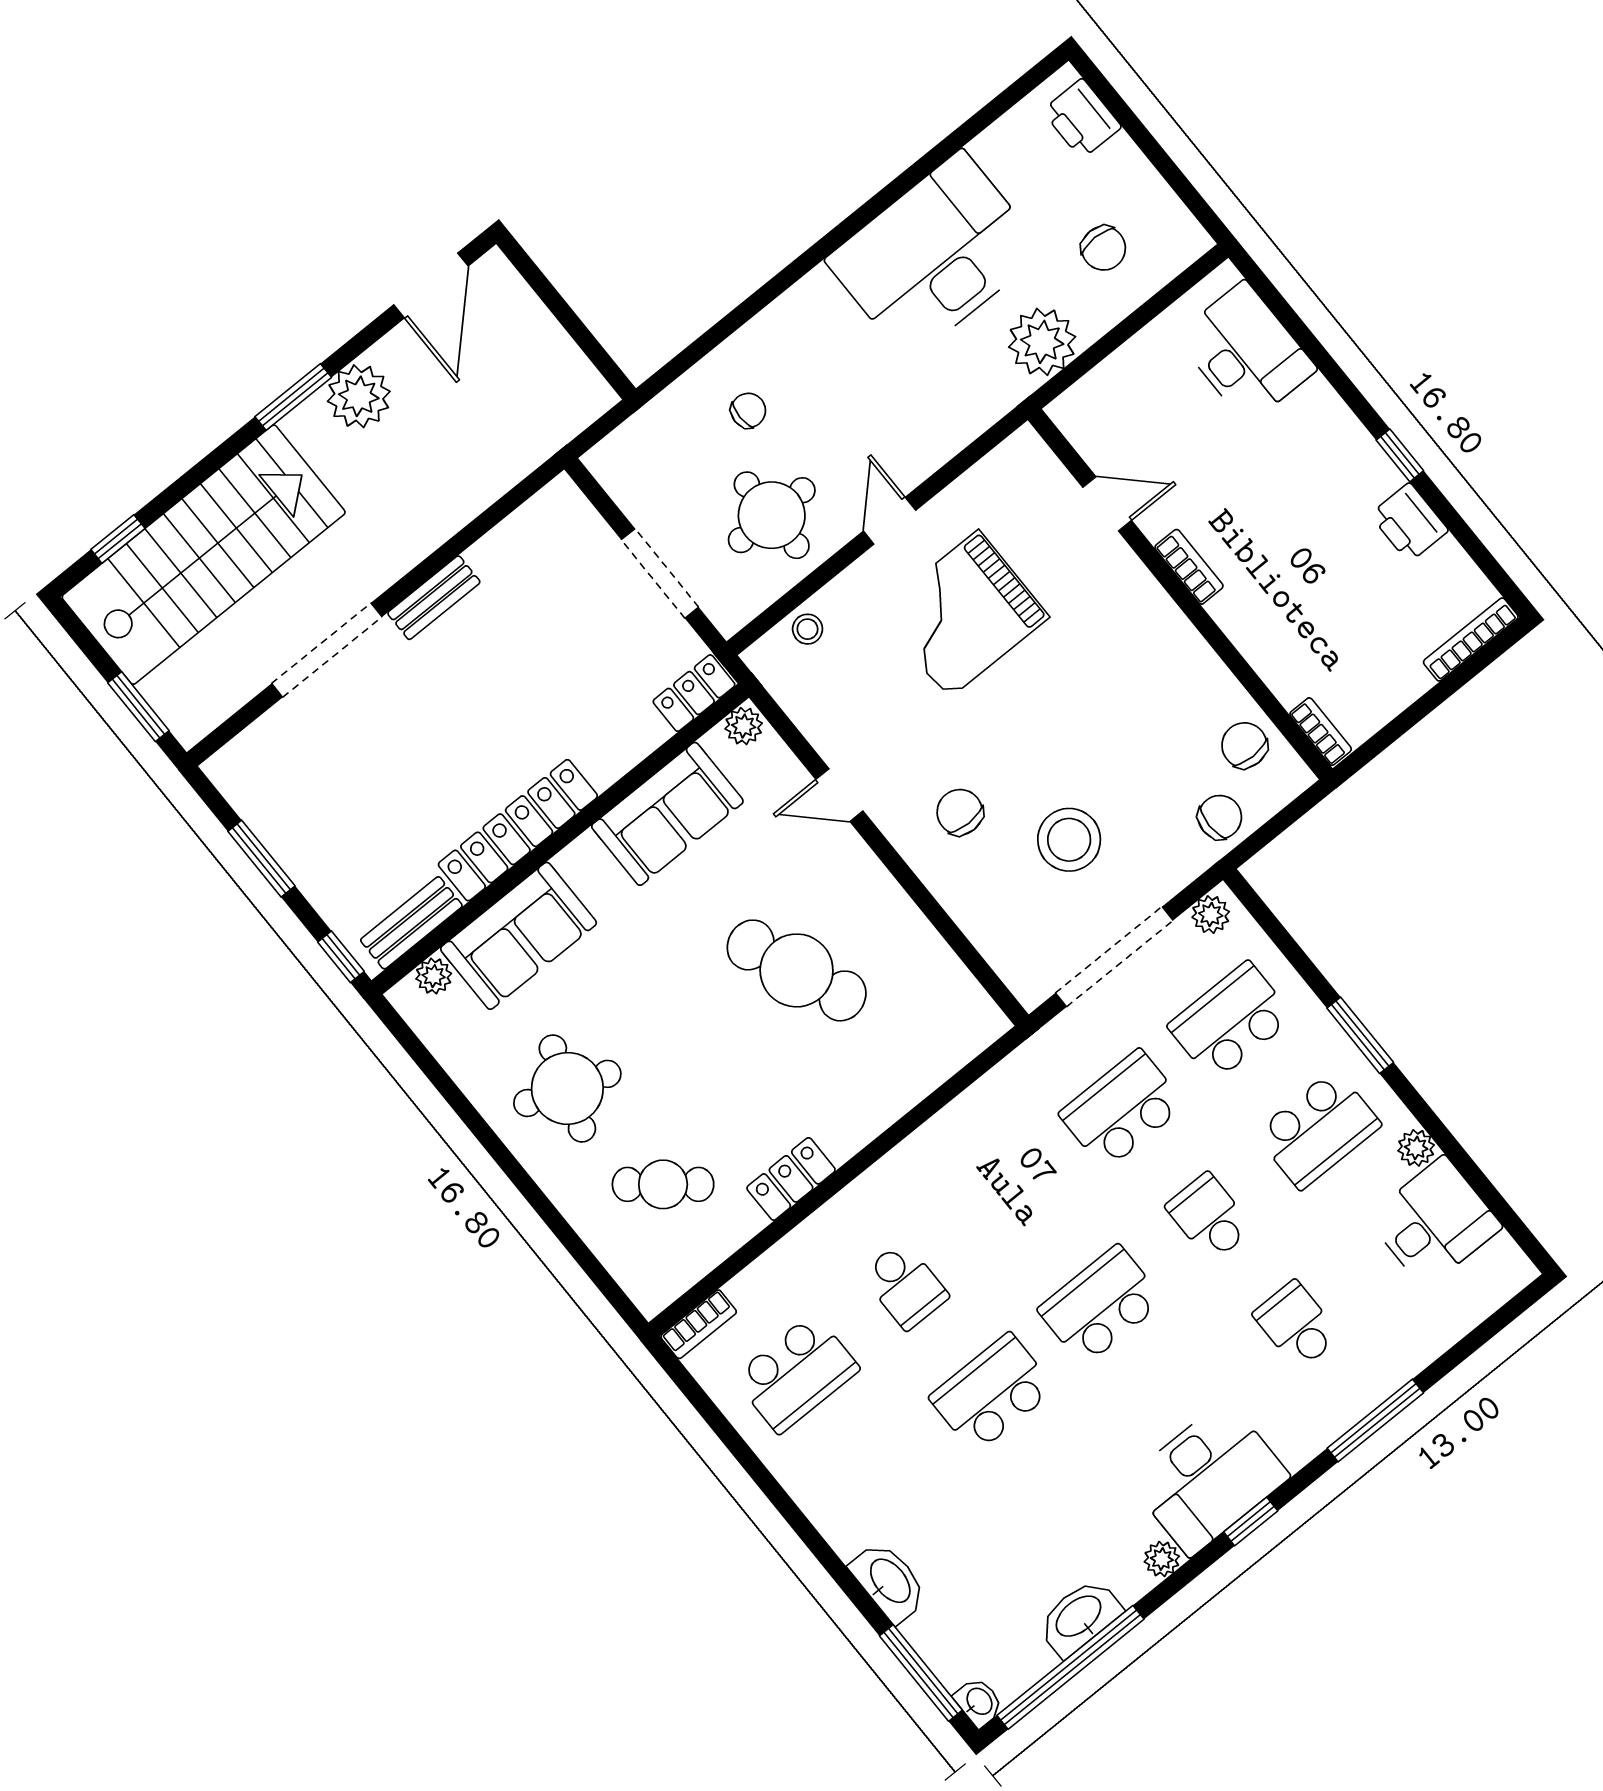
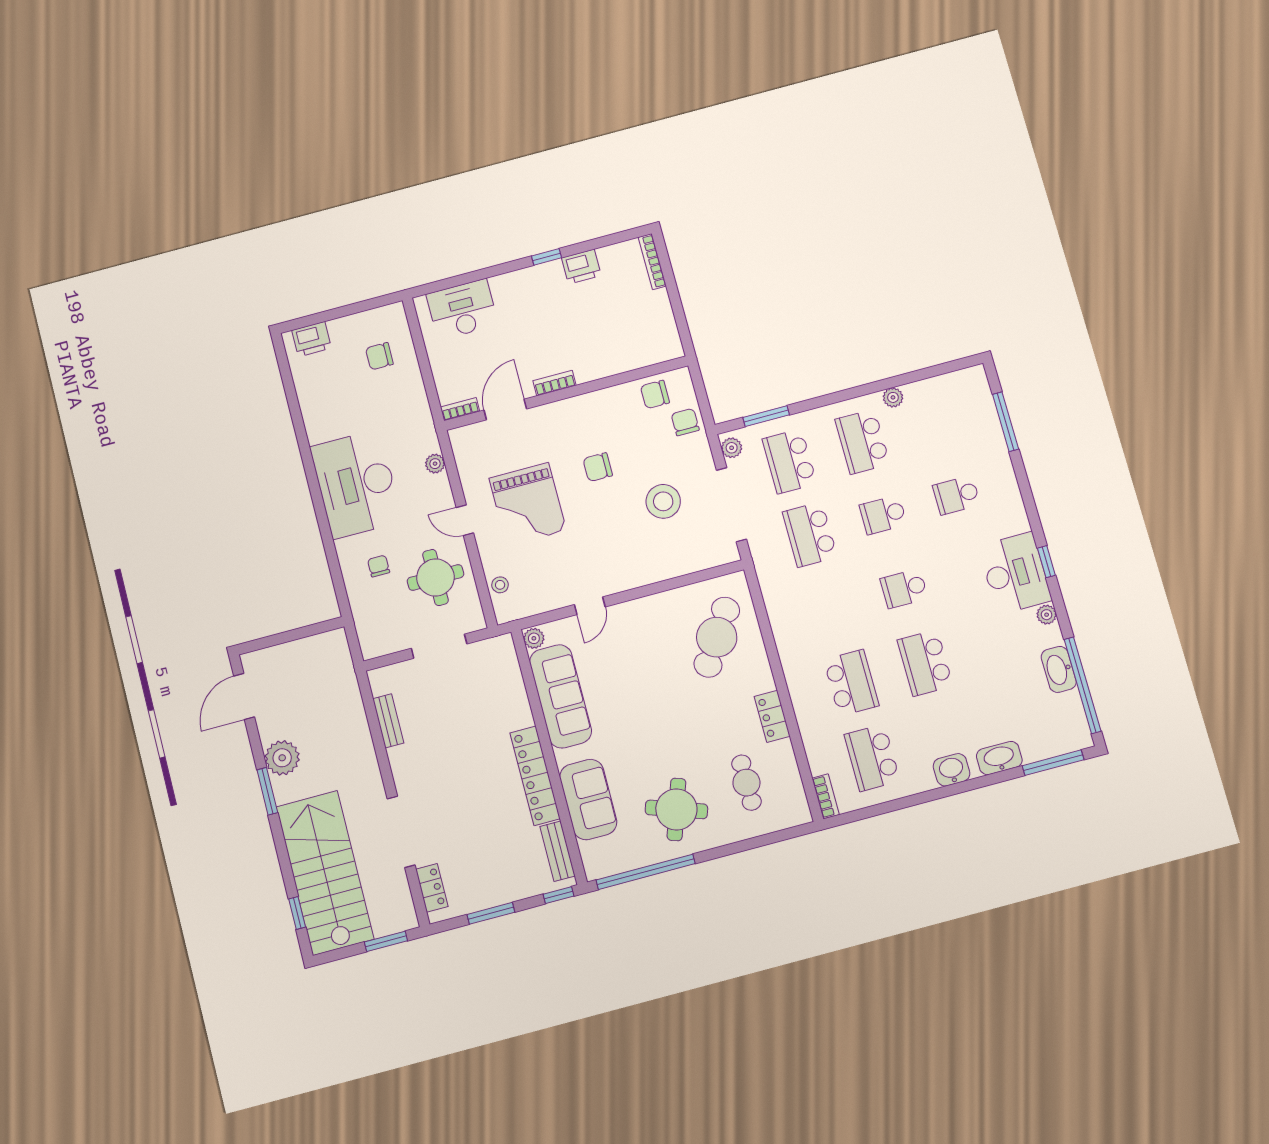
chair: (1104, 248) -> (379, 356), turned 180
desk: (935, 256) -> (356, 484), moved
door: (431, 285) -> (244, 697), swing flipped
plant: (1042, 342) -> (435, 464), moved, width x0.53, depth x0.53
door: (1107, 504) -> (505, 409), width x1.38
bench: (434, 598) -> (388, 721), moved
locker: (694, 693) -> (432, 888), moved, turned 180
bookcase: (1321, 732) -> (460, 409), moved
chair: (960, 812) -> (598, 467), moved
sofa: (667, 814) -> (561, 696), width x1.36
cafe table: (797, 970) -> (717, 637), moved, turned -35
plant: (434, 976) -> (589, 852), removed
window: (1360, 1035) -> (766, 416), moved
window: (443, 1083) -> (646, 872), added
school desk: (1318, 1129) -> (862, 442), turned 180
cafe table: (663, 1184) -> (746, 783), turned -39
desk: (1434, 1222) -> (934, 405), removed
school desk: (905, 1285) -> (851, 683), width x1.85
school desk: (1101, 1305) -> (904, 589), width x0.54
school desk: (796, 1373) -> (872, 758), turned 180
window: (1375, 1421) -> (1006, 422), moved
washbasin: (979, 1702) -> (952, 770), moved, width x1.38, depth x1.45

